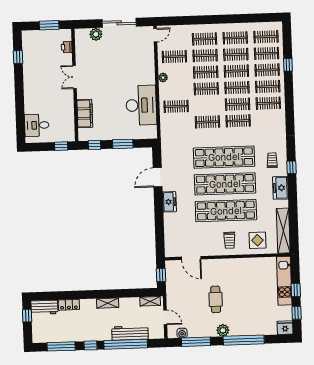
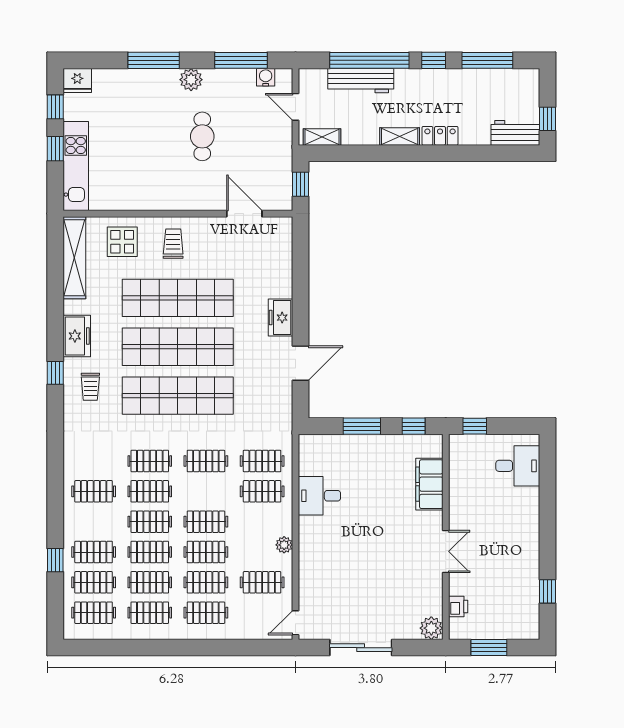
plant: (96, 34) -> (431, 628), moved
clothes rail: (268, 87) -> (262, 461), moved
desk: (141, 105) -> (319, 496), width x0.53, depth x0.77
locker: (69, 305) -> (440, 136), moved
window: (244, 340) -> (154, 60), width x0.68

